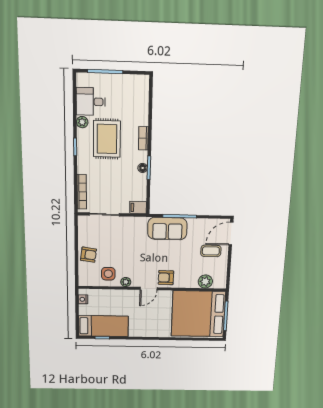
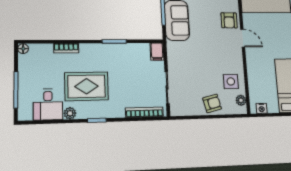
bookcase: (143, 138) -> (66, 48), moved
floor lamp: (143, 168) -> (23, 49), moved
armchair: (88, 255) -> (212, 103), turned 68
plant: (126, 282) -> (241, 100), moved

